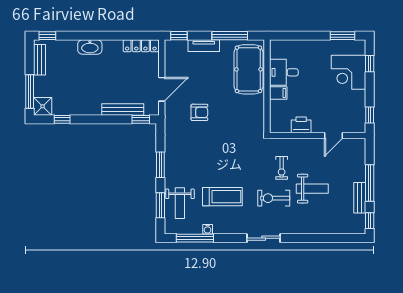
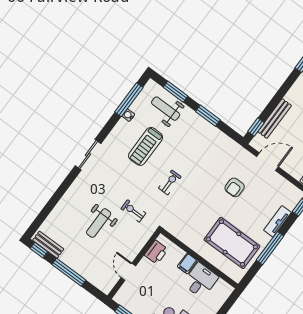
desk: (284, 72) -> (200, 280), moved
wall: (267, 86) -> (199, 259), moved
door: (162, 89) -> (267, 162), swing flipped
filing cabinet: (278, 93) -> (187, 264), moved
armchair: (199, 112) -> (235, 187), moved
exercise bike: (274, 198) -> (170, 182), moved, width x0.73, depth x0.72
bench: (360, 198) -> (48, 245), moved

